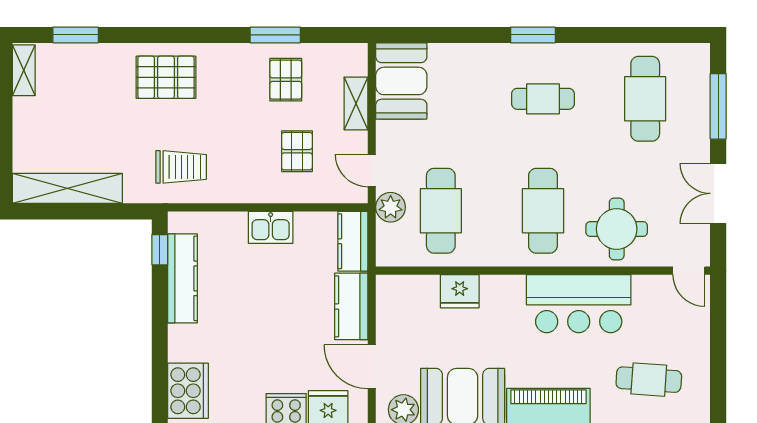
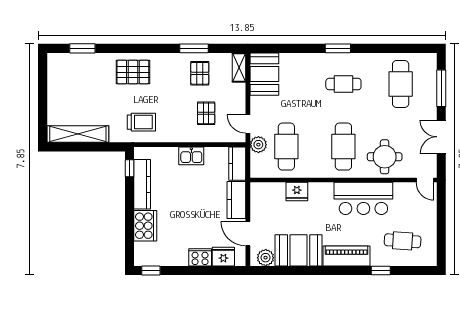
shelving: (24, 70) -> (53, 68), removed
shelving: (356, 103) -> (239, 67), moved
cooker: (188, 391) -> (145, 226), moved

